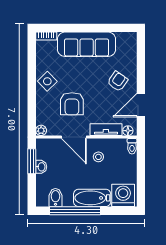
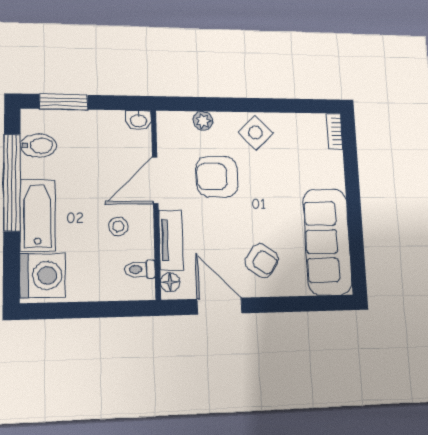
sofa: (87, 44) -> (327, 242), moved
plant: (41, 130) -> (203, 121), moved
toilet: (132, 146) -> (140, 269), moved
window: (32, 161) -> (64, 102), moved
washbasin: (41, 167) -> (139, 120), moved

